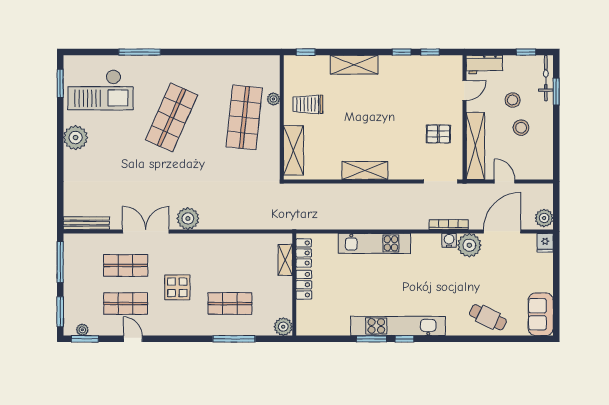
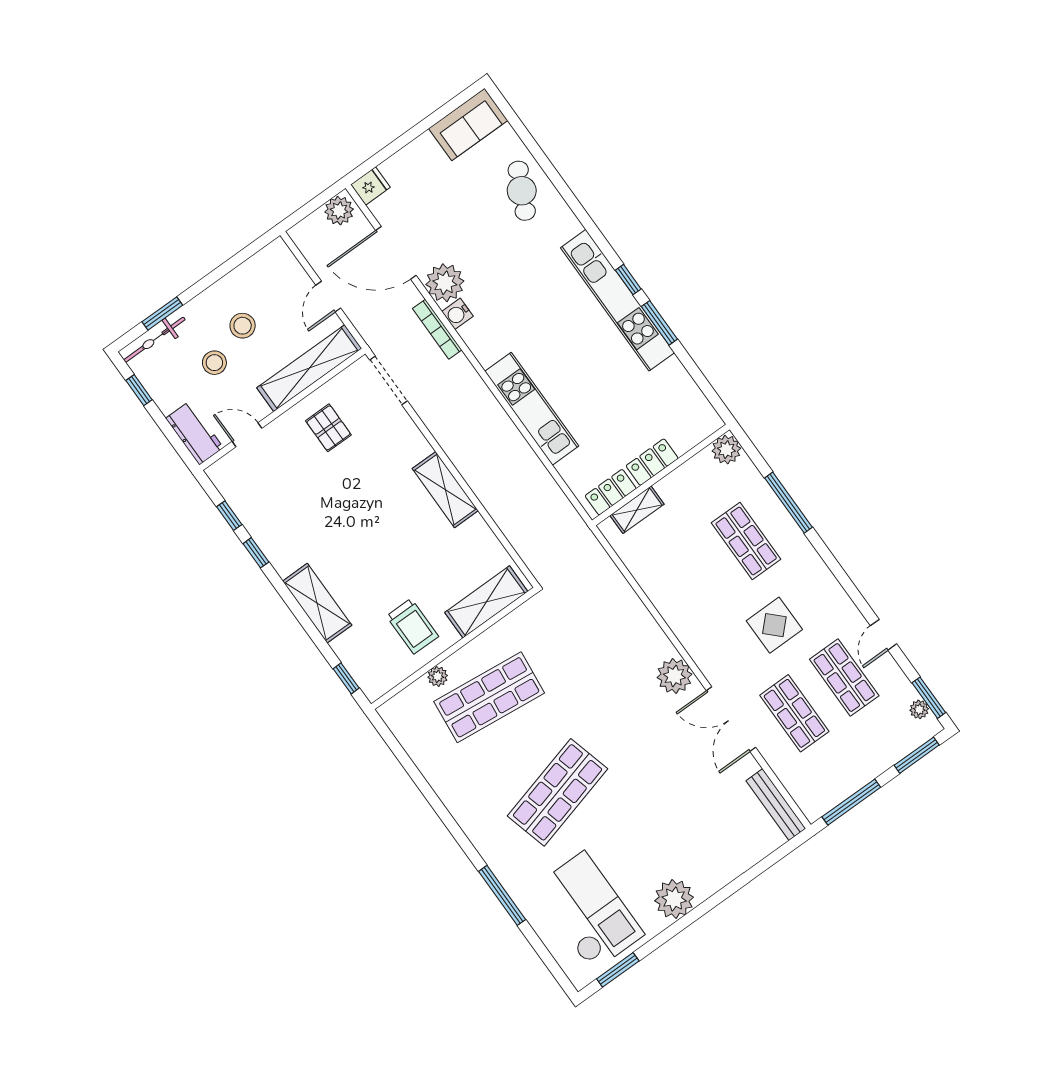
shop shelf: (172, 117) -> (558, 792), turned -39

